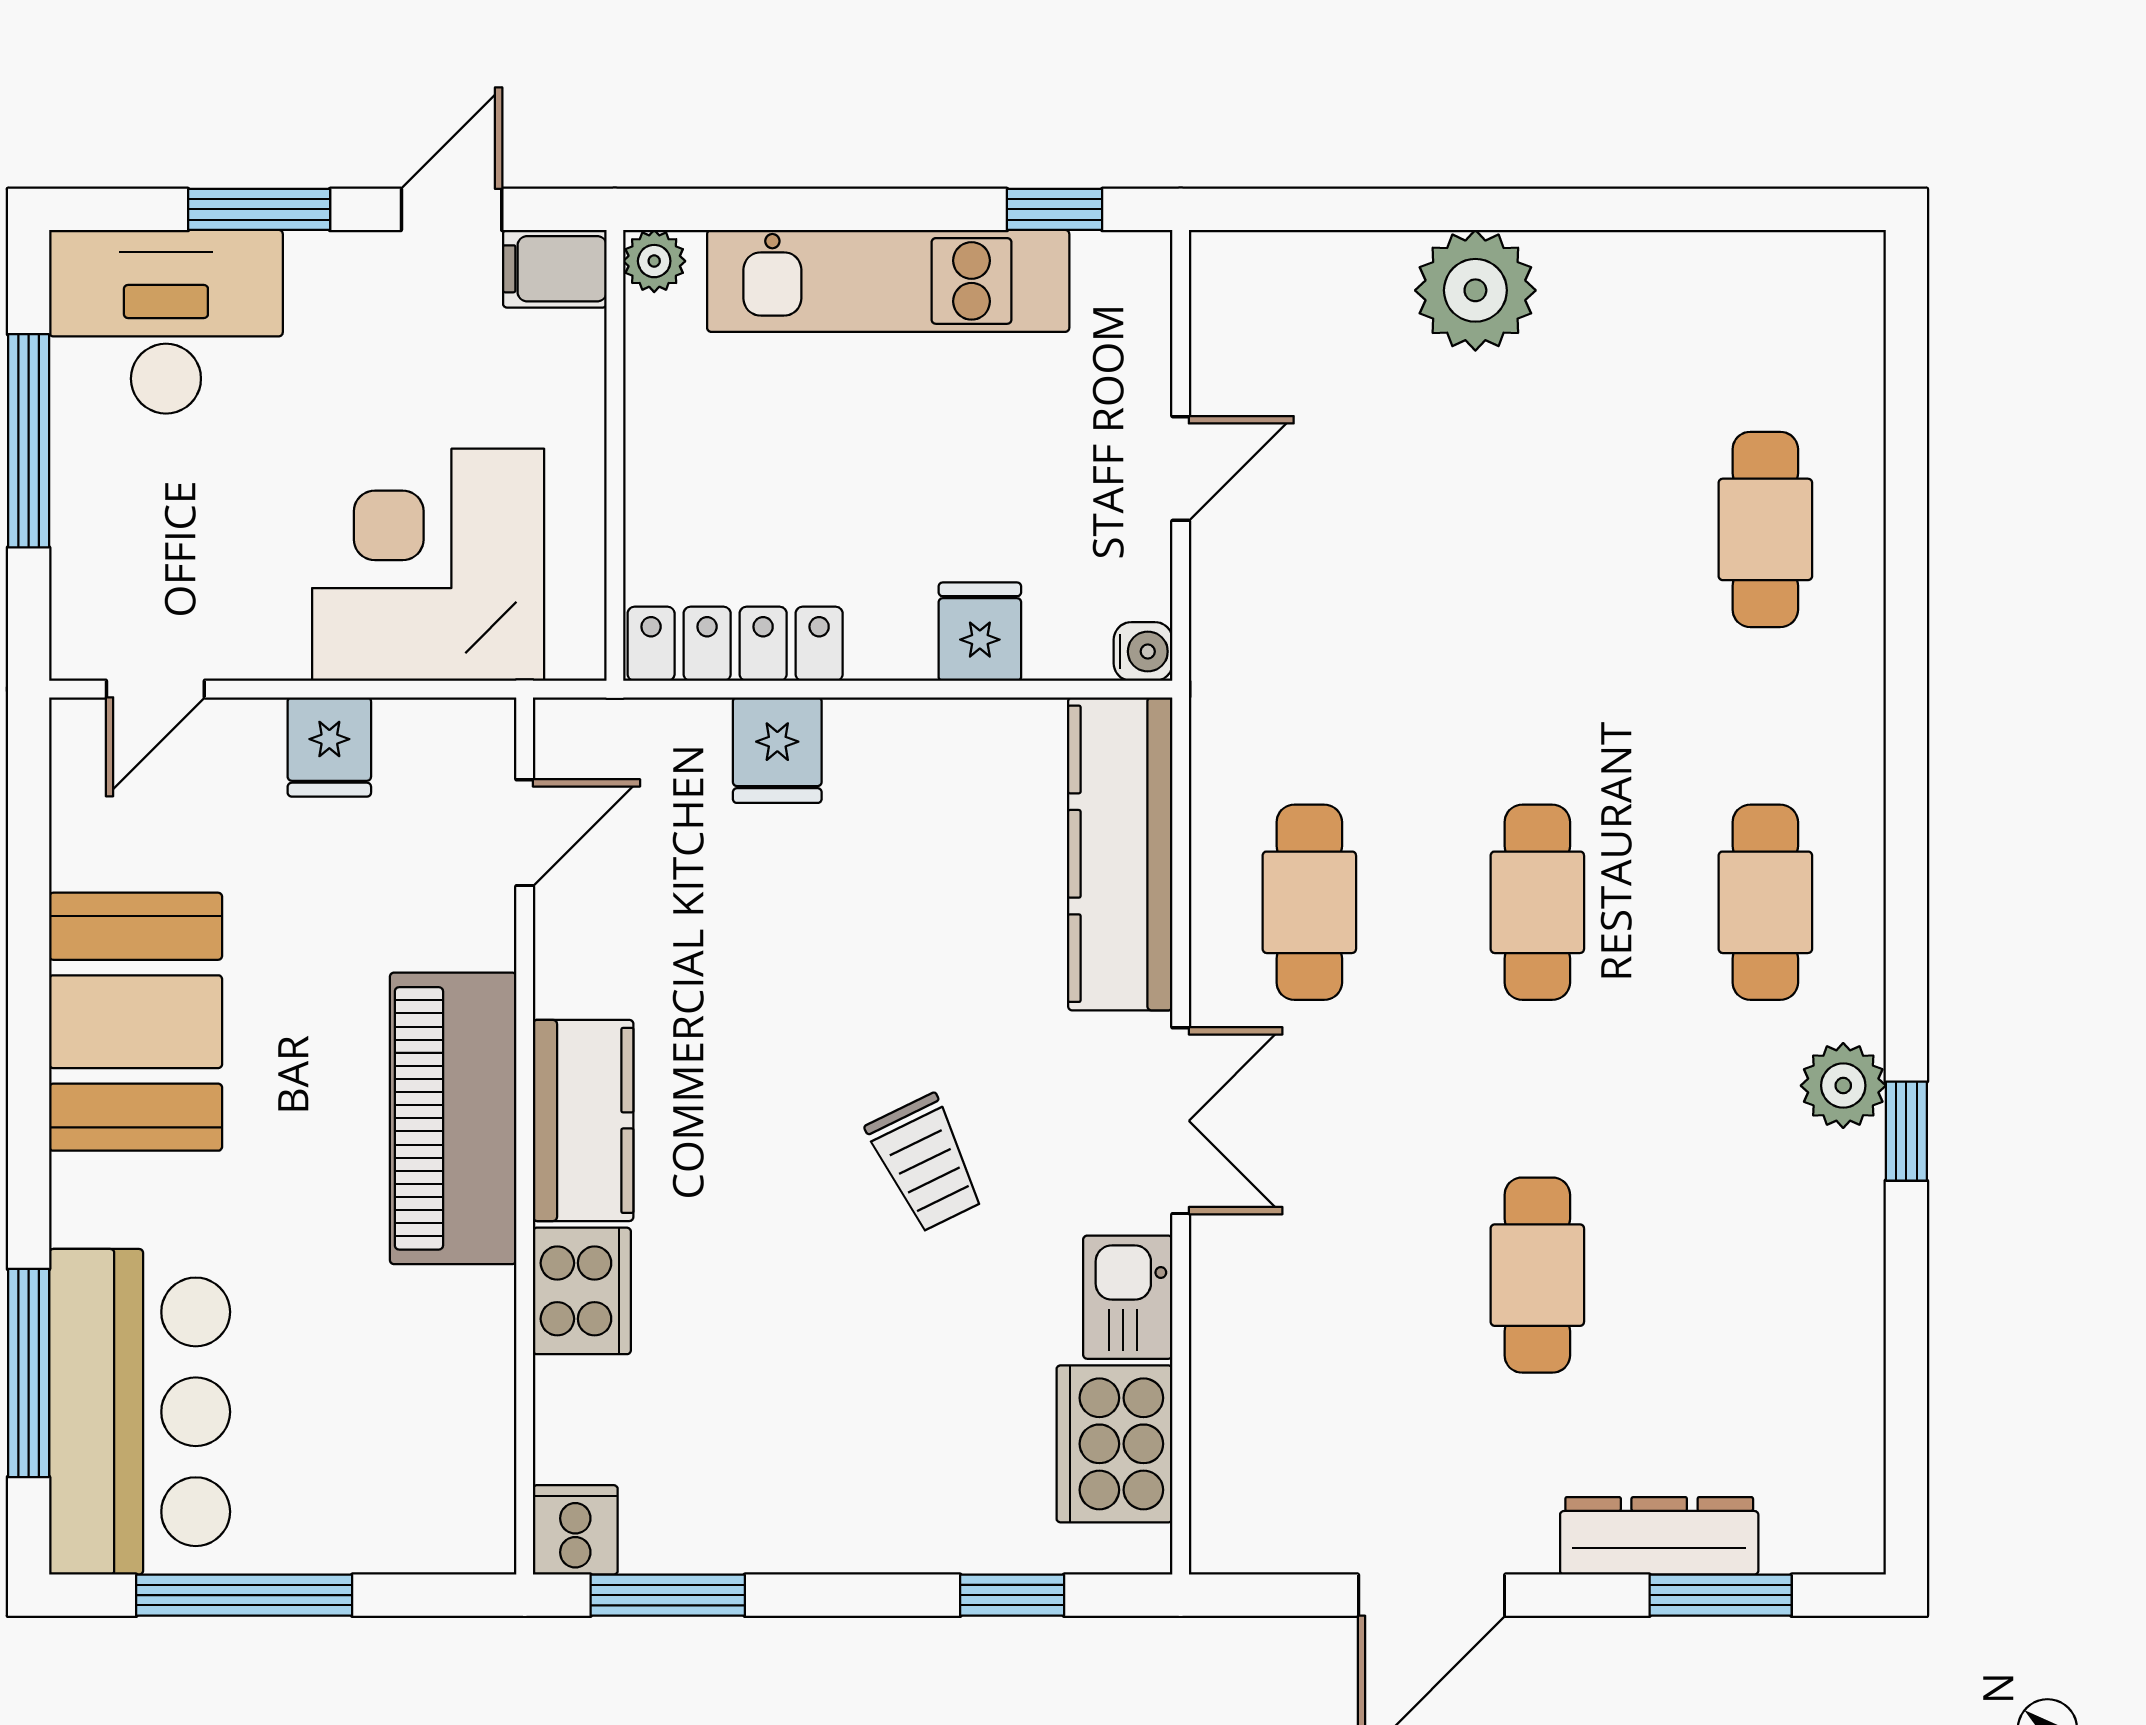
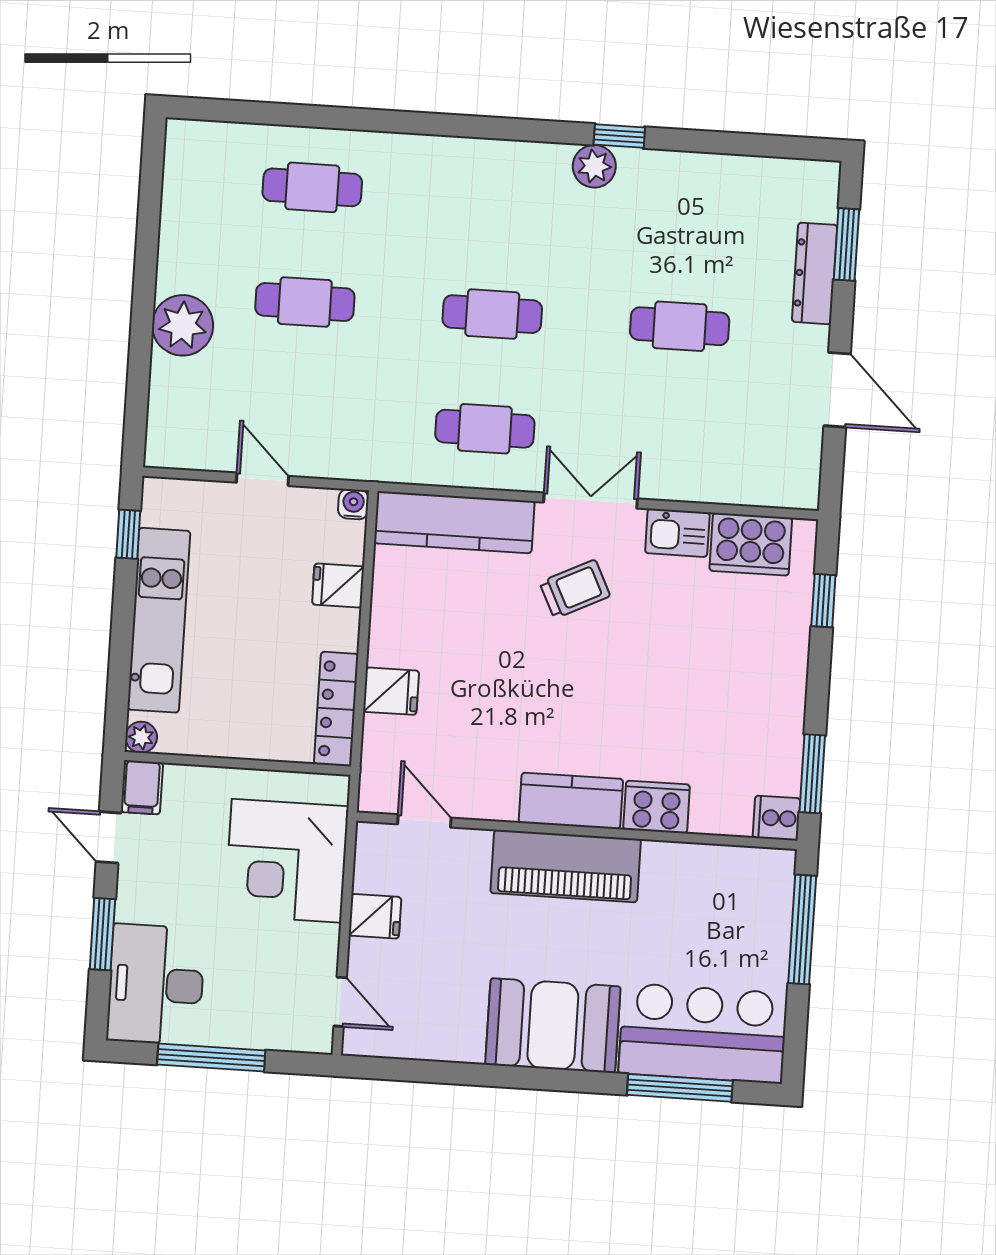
cafe table: (1765, 902) -> (305, 302), moved
booth: (136, 1022) -> (553, 1026), moved
trolley: (926, 1163) -> (575, 589), moved
window: (244, 1595) -> (802, 930), moved

